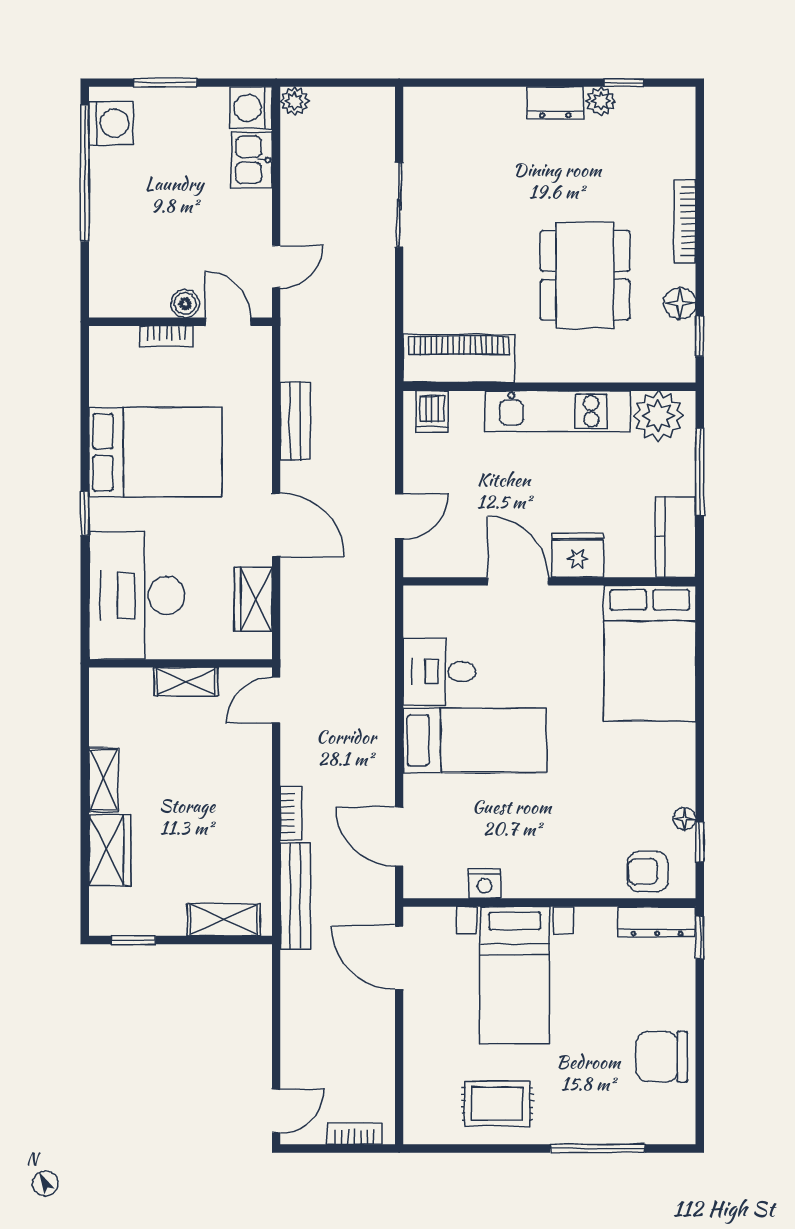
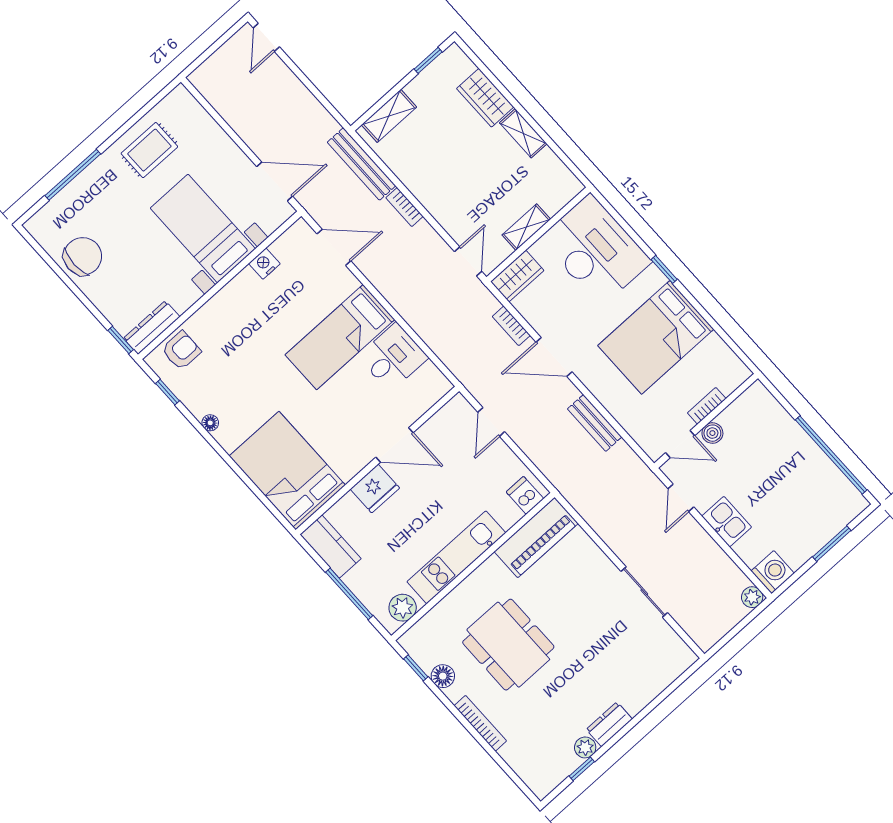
washing machine: (111, 123) -> (841, 495), removed
kitchen sink: (252, 160) -> (727, 522), moved
plant: (658, 416) -> (403, 608), width x0.73, depth x0.73
wardrobe: (253, 599) -> (517, 276), moved, turned 90
floor lamp: (684, 819) -> (210, 423), moved
bookcase: (354, 1134) -> (511, 326), moved, turned 90

